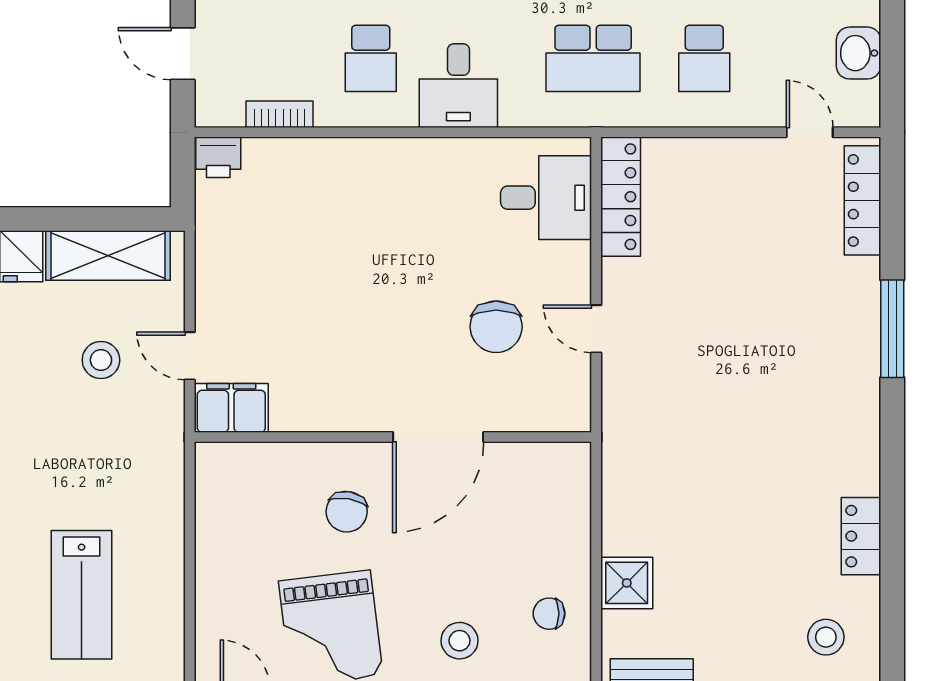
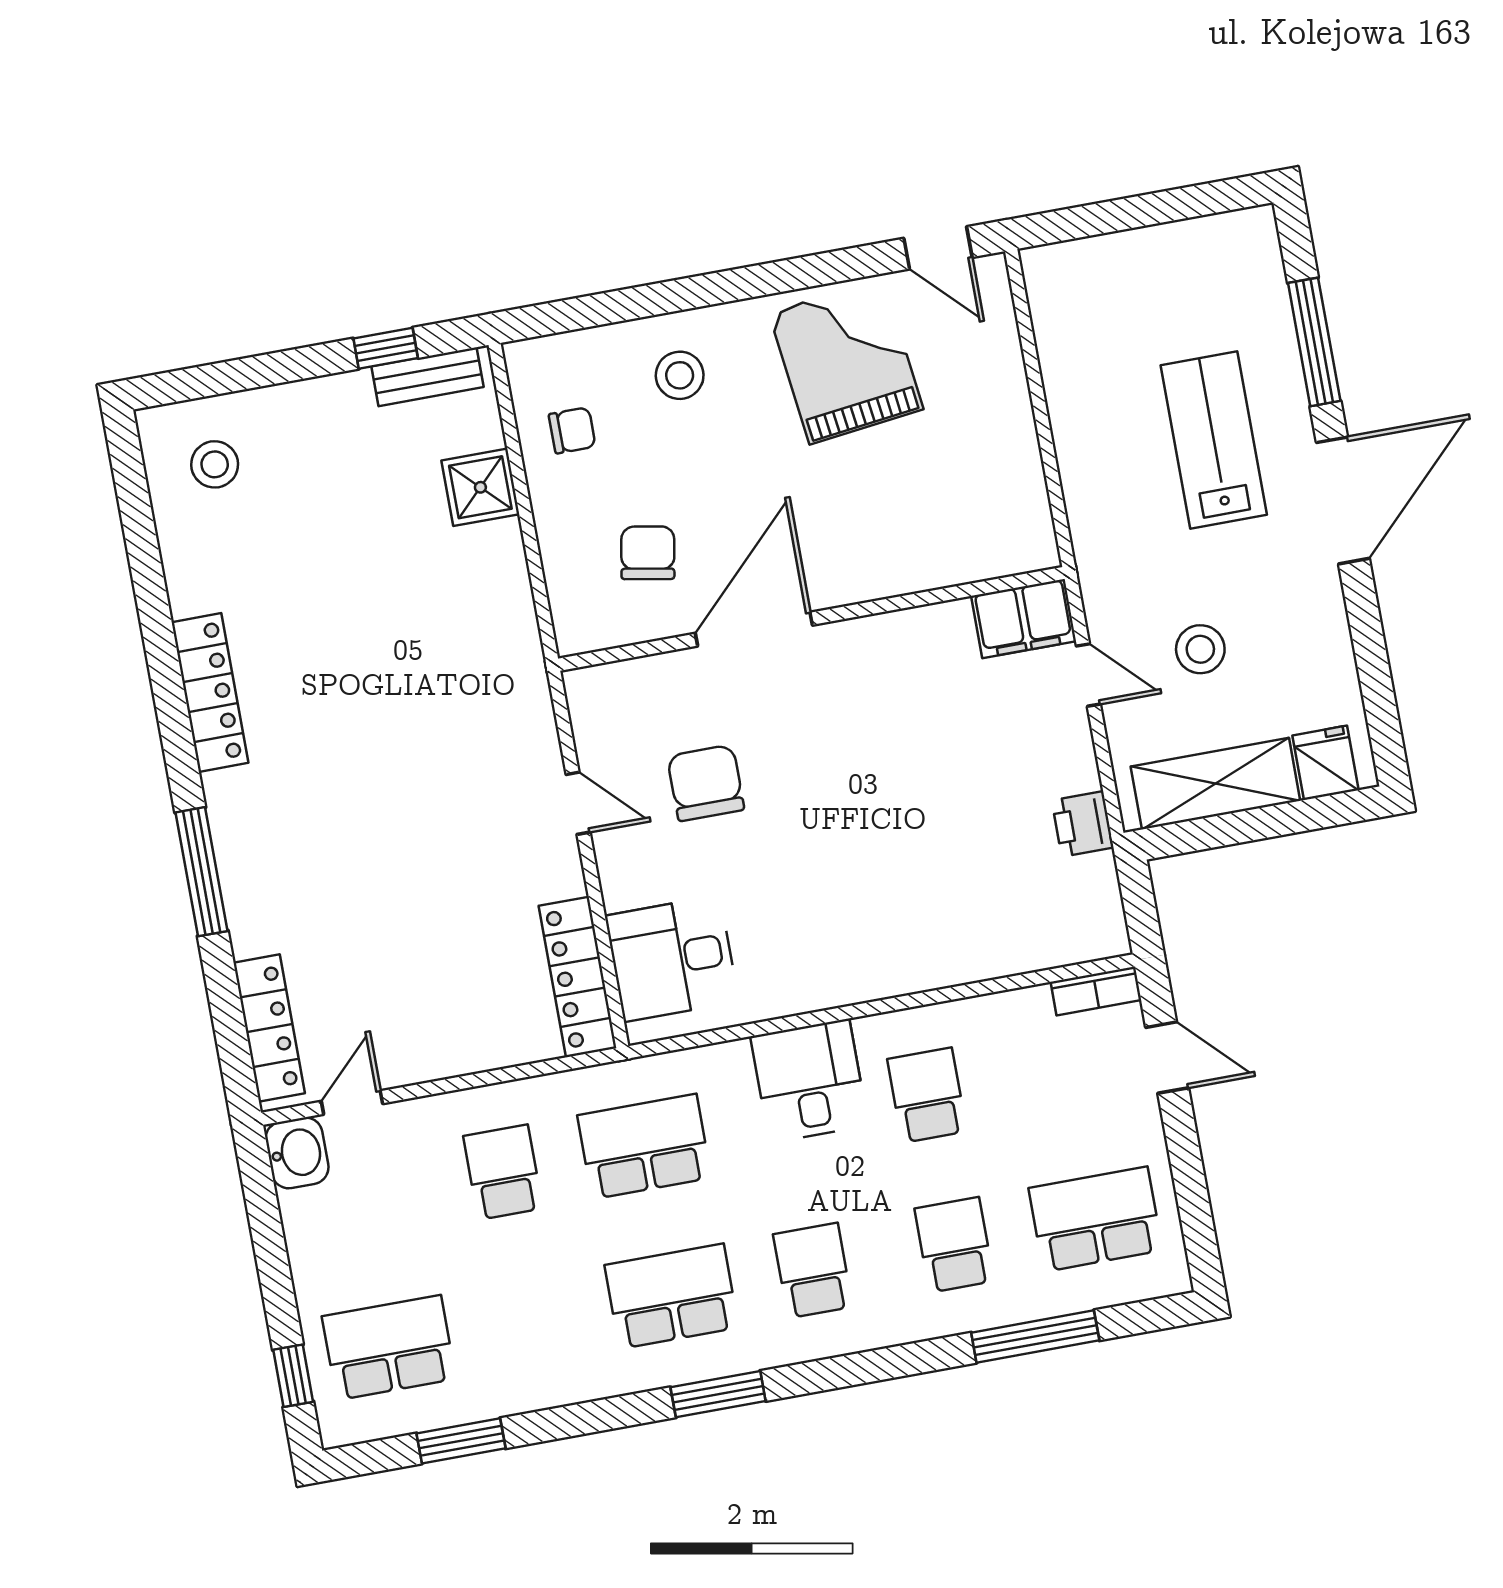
washbasin: (858, 53) -> (297, 1153), moved
bookcase: (279, 114) -> (1096, 991), moved
door: (810, 132) -> (352, 1103), swing flipped
printer: (218, 157) -> (1083, 824), moved, turned -90
chair: (347, 512) -> (648, 553), moved
locker: (861, 536) -> (210, 693), moved, width x1.53
lab bench: (82, 595) -> (1214, 440), moved

